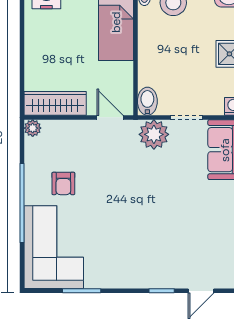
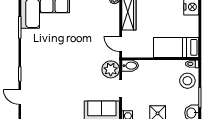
door: (110, 117) -> (121, 44), swing flipped
armchair: (63, 183) -> (82, 17), removed

